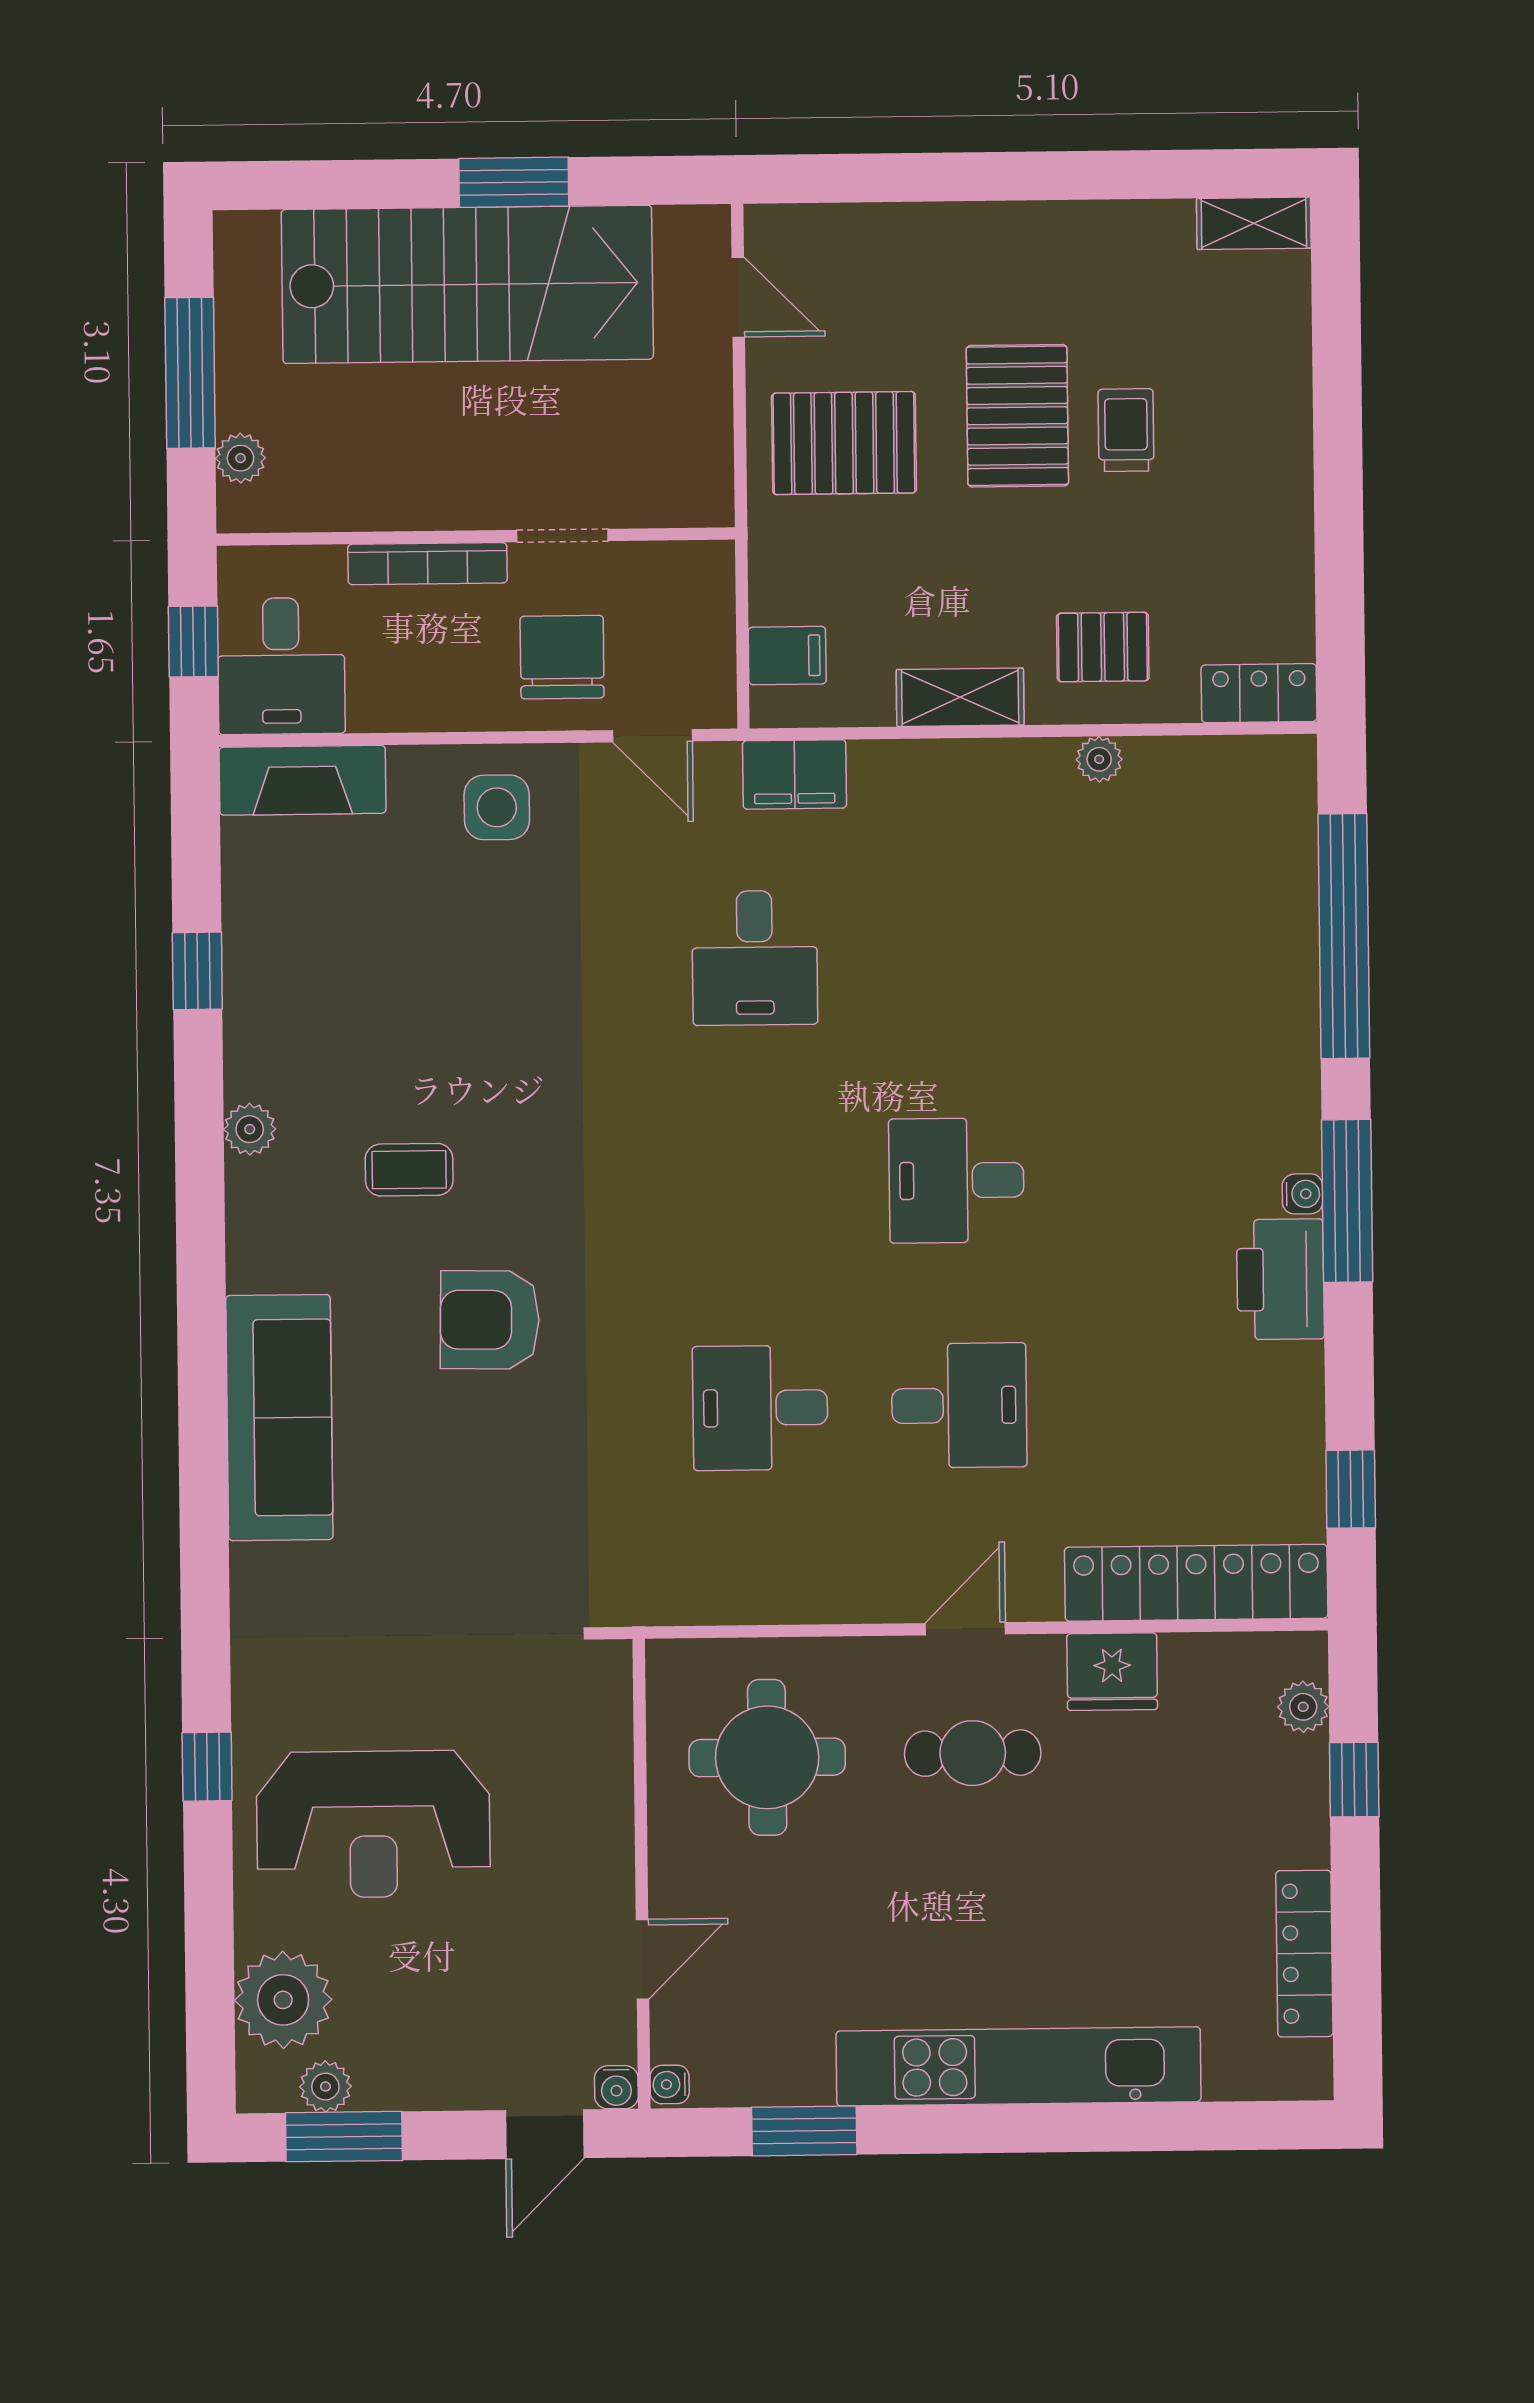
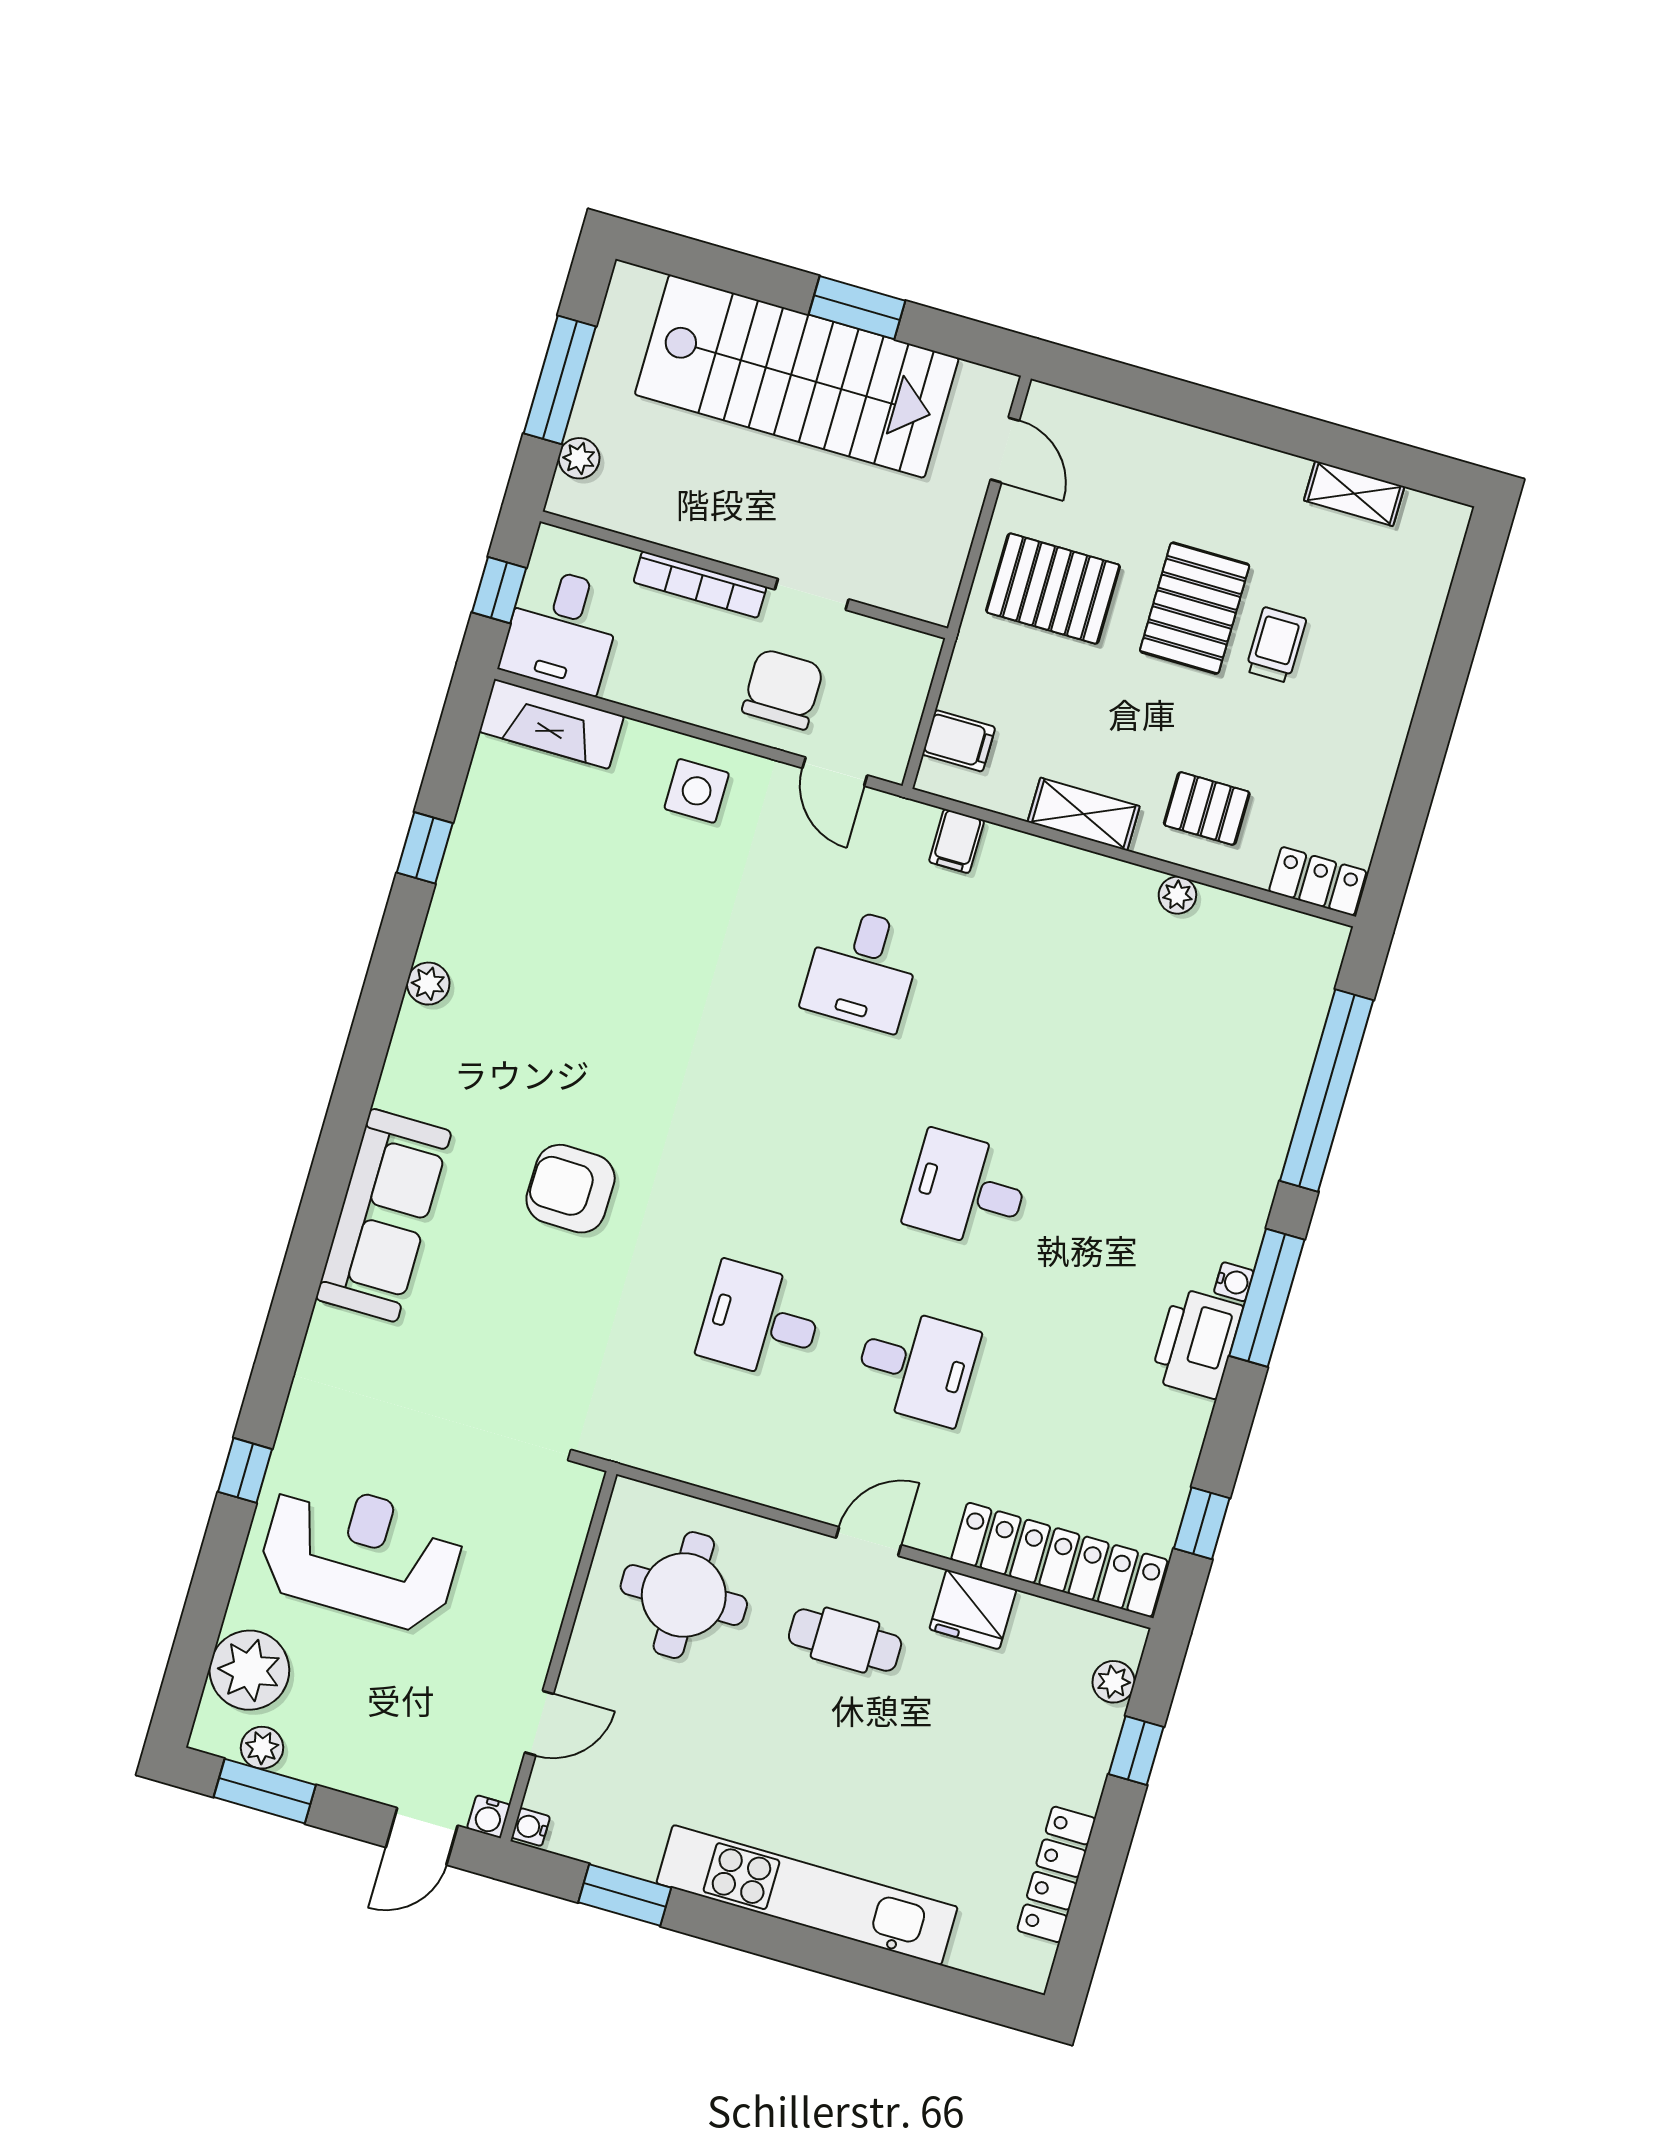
shelving: (1254, 223) -> (1354, 493), moved
filing cabinet: (794, 774) -> (957, 841), width x0.50
coffee table: (409, 1170) -> (543, 1053), removed
reception desk: (373, 1824) -> (361, 1554), turned 180

